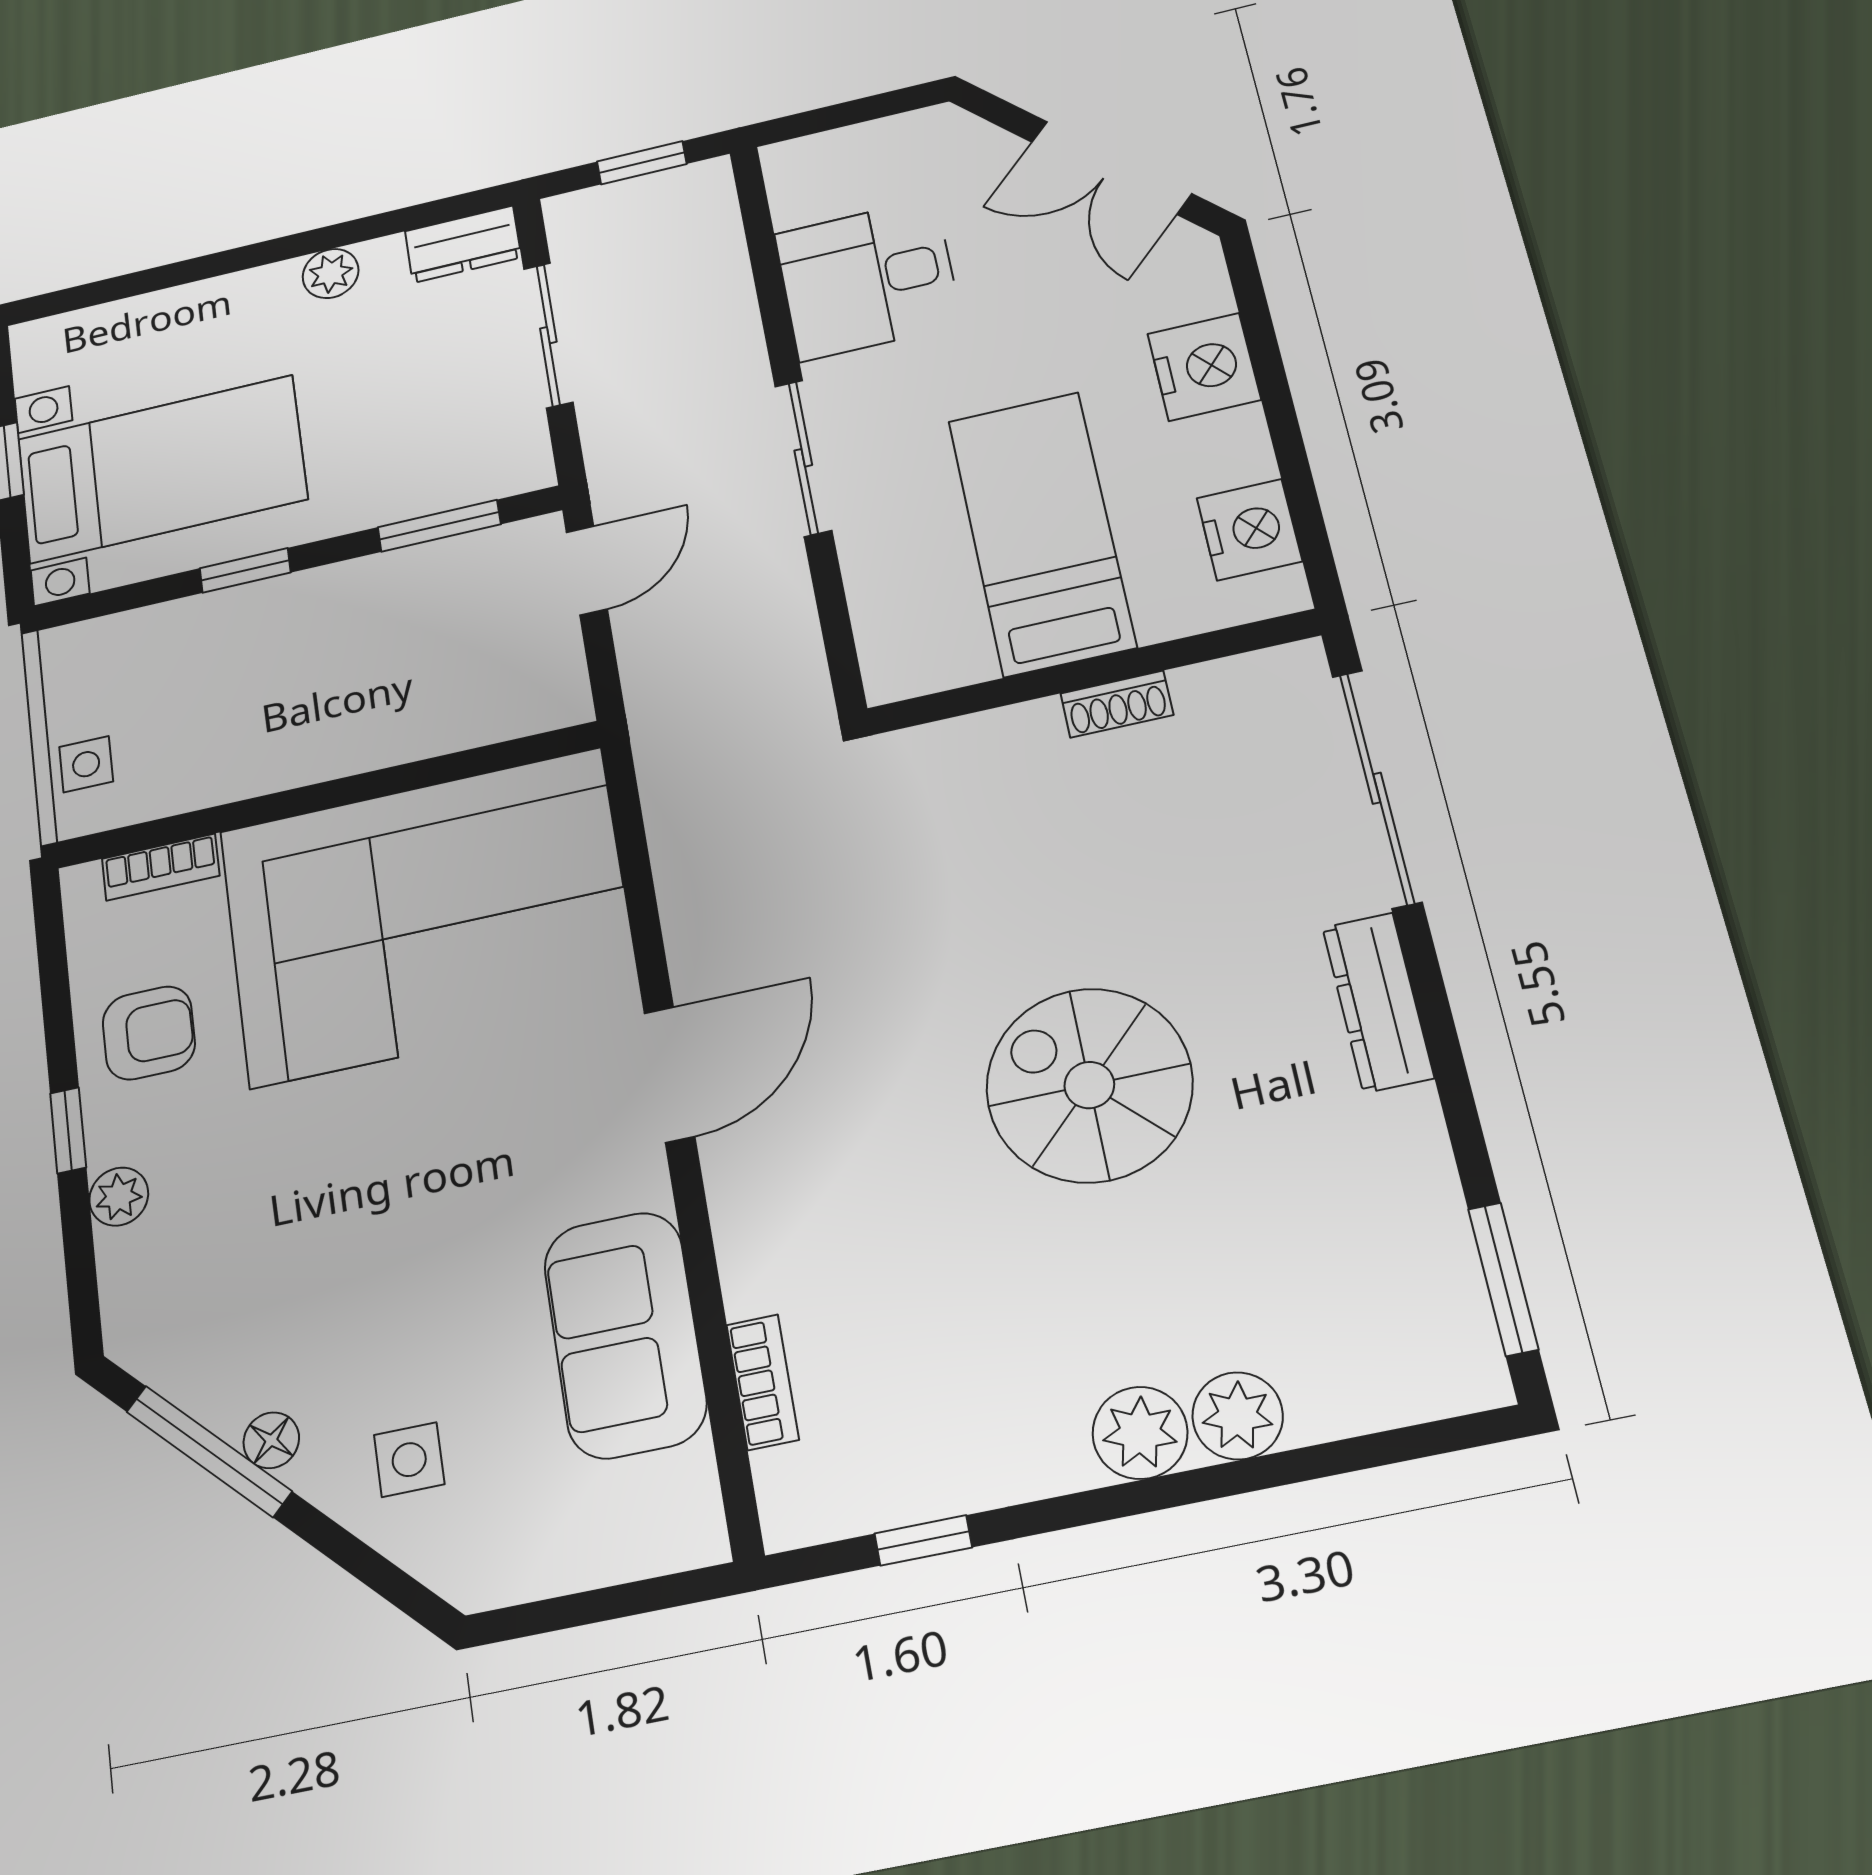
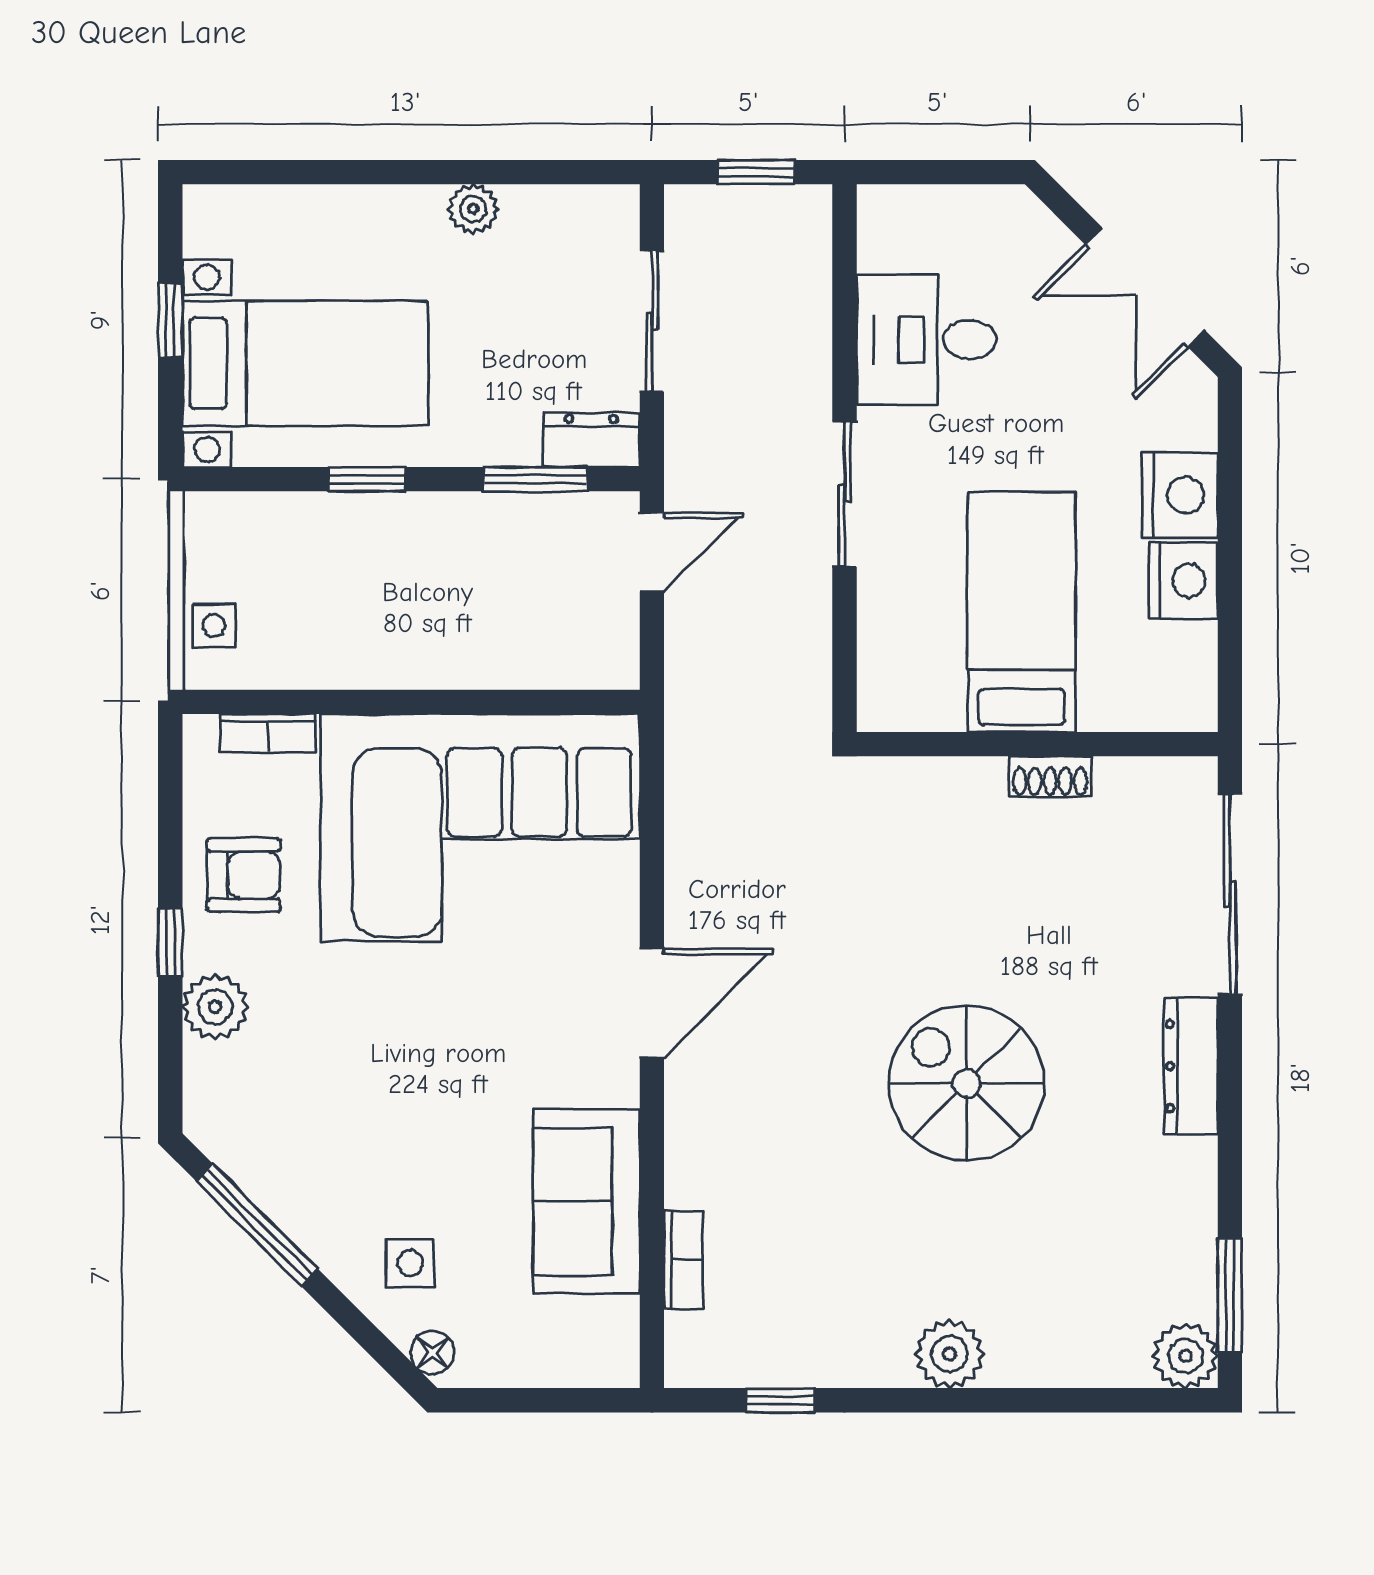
dresser: (463, 244) -> (592, 440), moved, turned 180
nightstand: (1249, 530) -> (1183, 581), moved
plant: (119, 1197) -> (215, 1007), width x1.38, depth x1.38
plant: (1238, 1416) -> (1185, 1356), moved
floor lamp: (271, 1440) -> (432, 1353), moved

